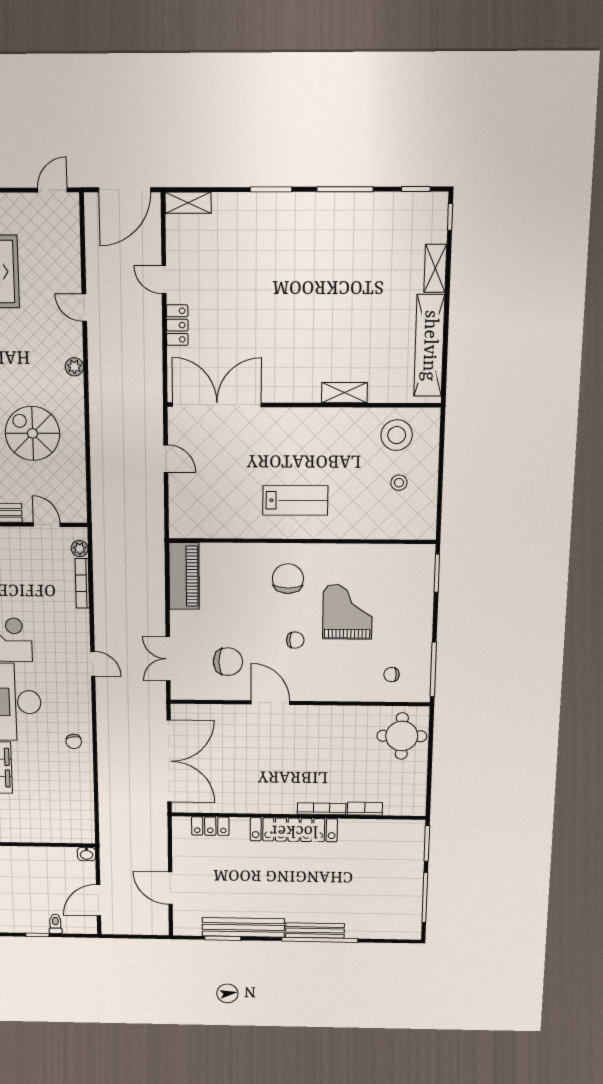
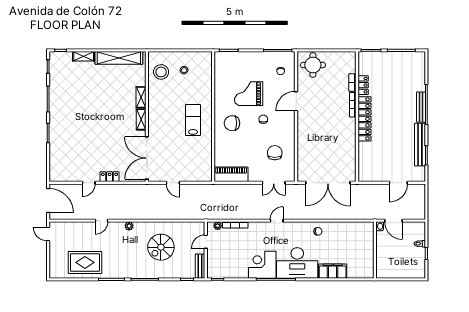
shelving: (188, 203) -> (141, 119), moved
door: (166, 459) -> (173, 183), swing flipped
door: (270, 703) -> (296, 101), moved
double door: (169, 761) -> (328, 183), swing flipped
locker: (210, 826) -> (363, 85), moved
door: (99, 900) -> (393, 221), moved

